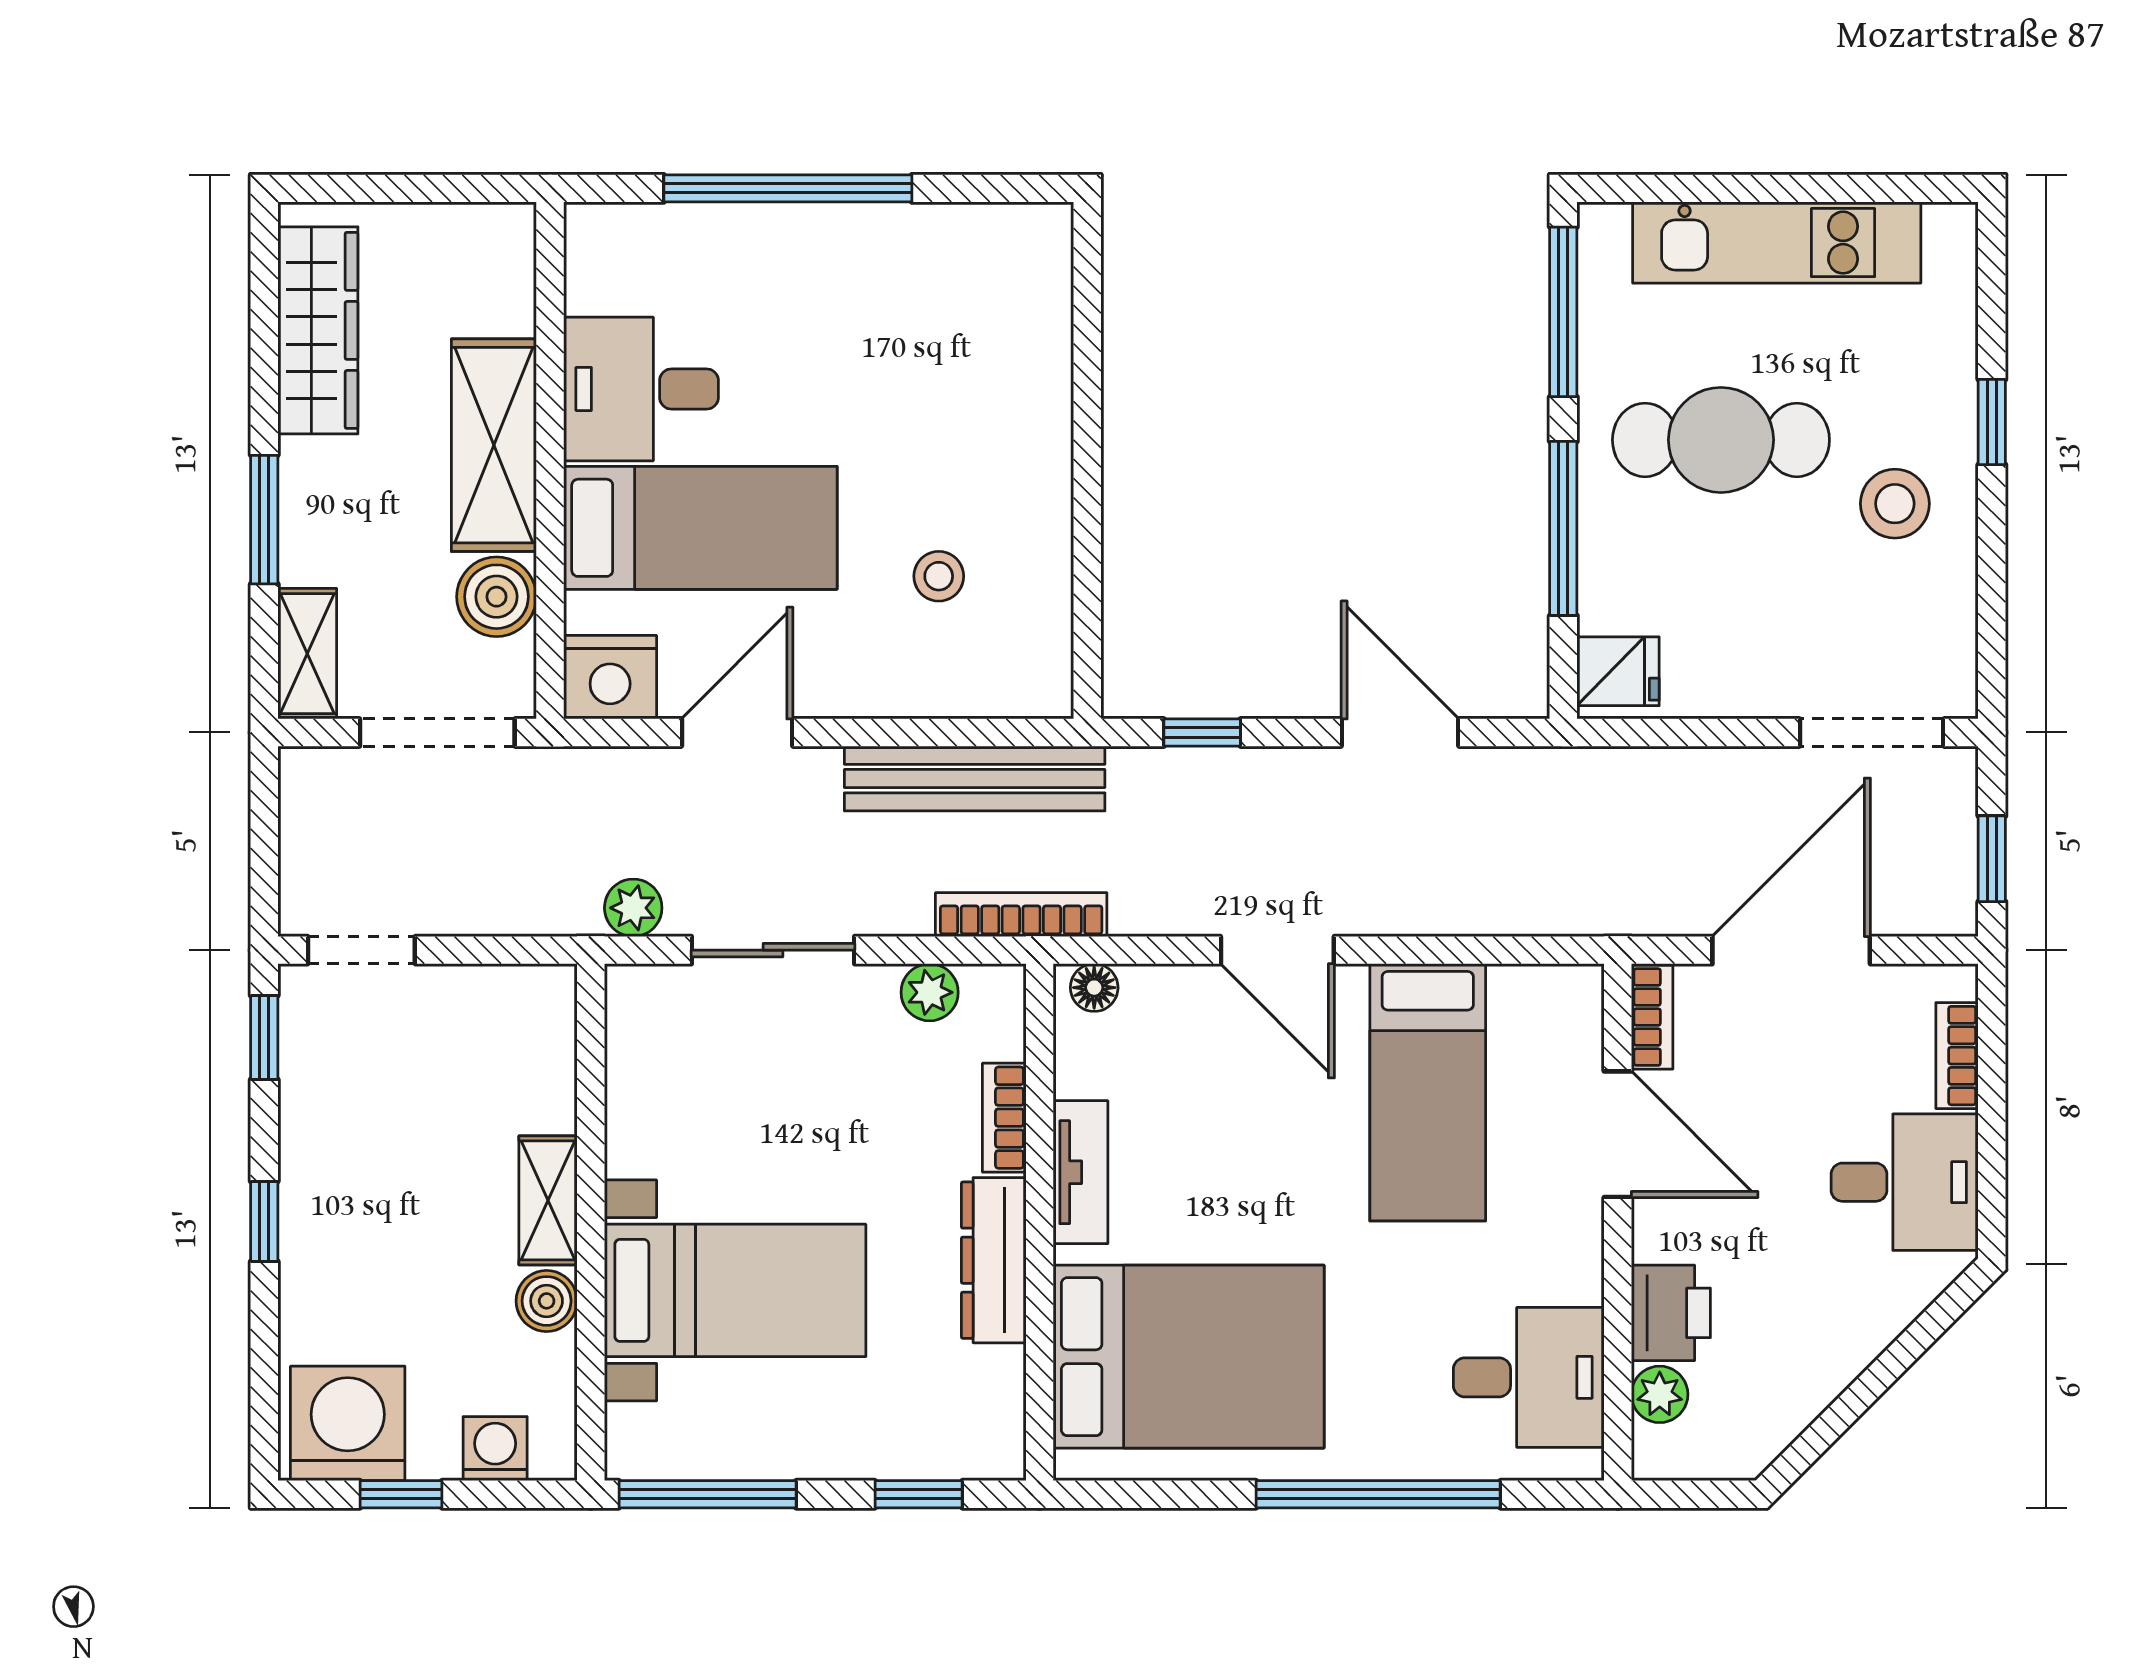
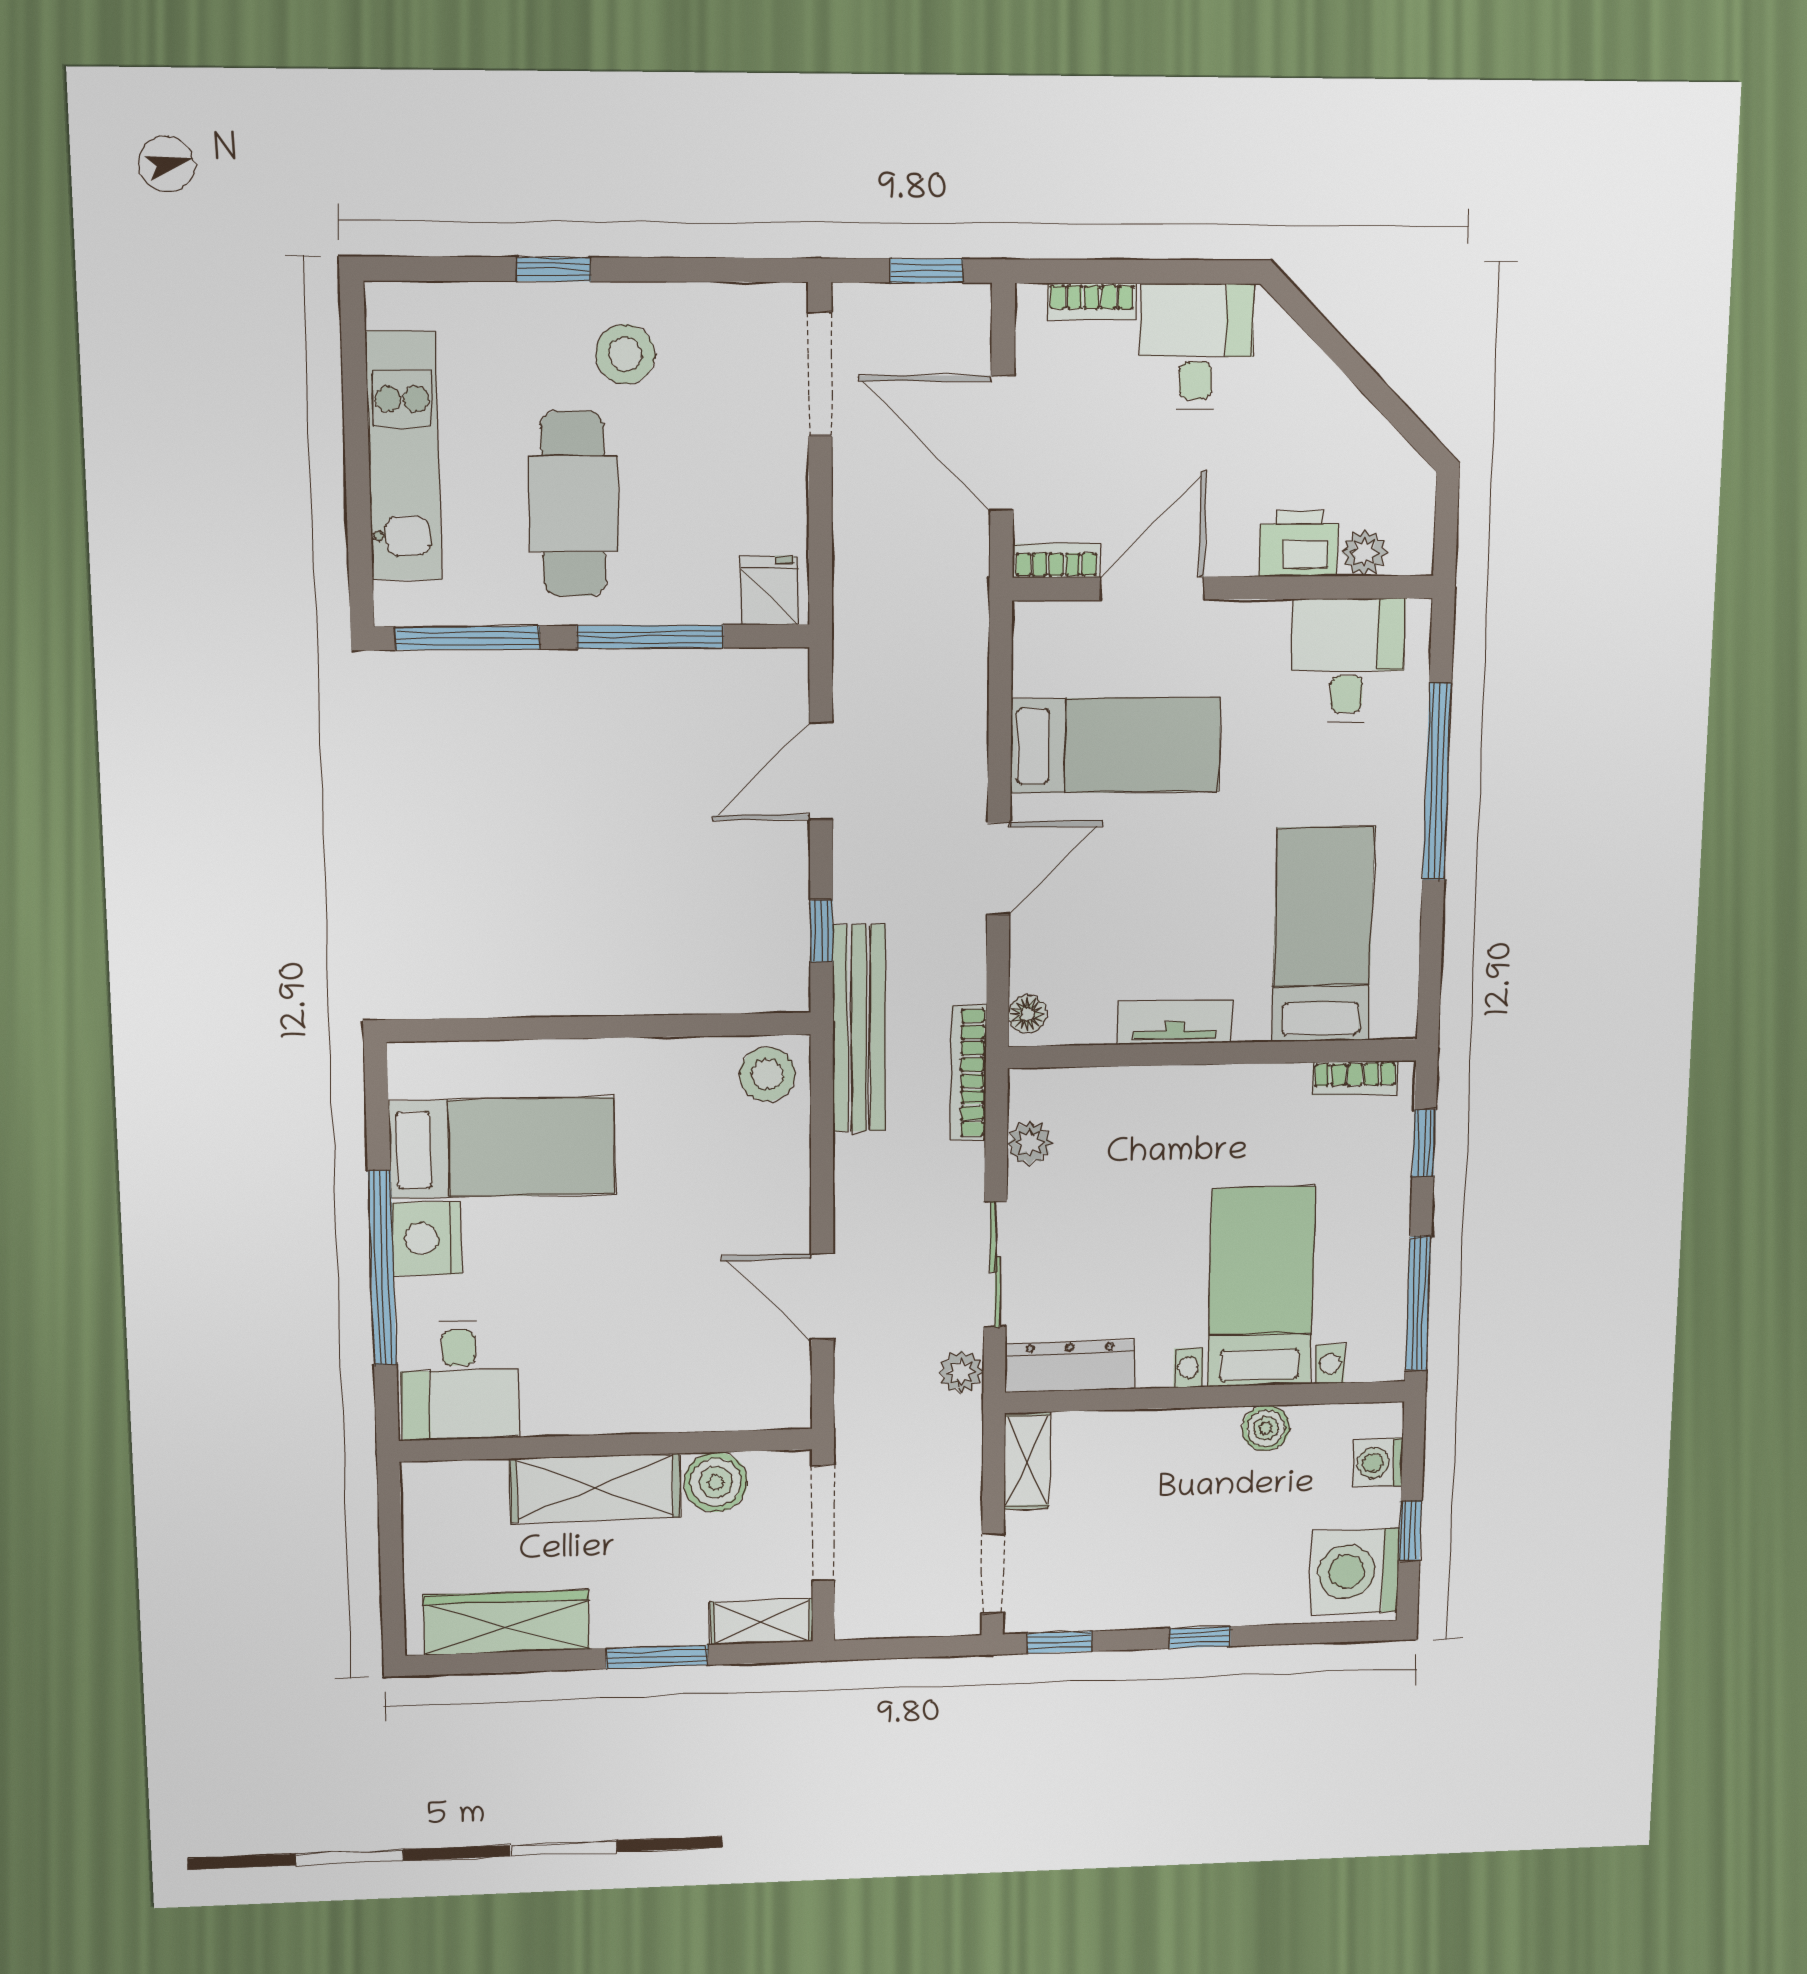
desk: (641, 389) -> (459, 1380), moved
bed: (700, 528) -> (502, 1148), moved, turned 90
stool: (939, 576) -> (767, 1074), moved, width x1.37, depth x1.37
nightstand: (610, 677) -> (427, 1239), moved, turned 180
bench: (975, 779) -> (859, 1029), moved
bookcase: (1004, 1118) -> (1355, 1078), moved
shelving: (548, 1200) -> (1027, 1461), moved, turned 90
dresser: (994, 1260) -> (1070, 1366), moved, turned 180
bed: (1189, 1357) -> (1323, 935), width x0.67

